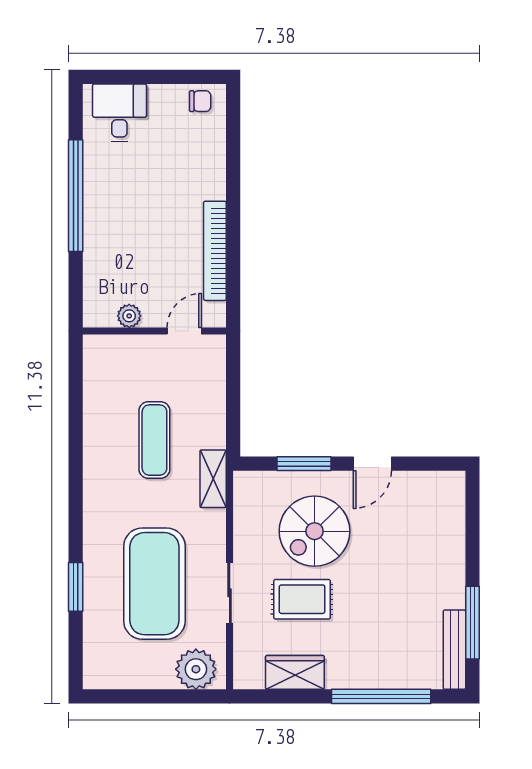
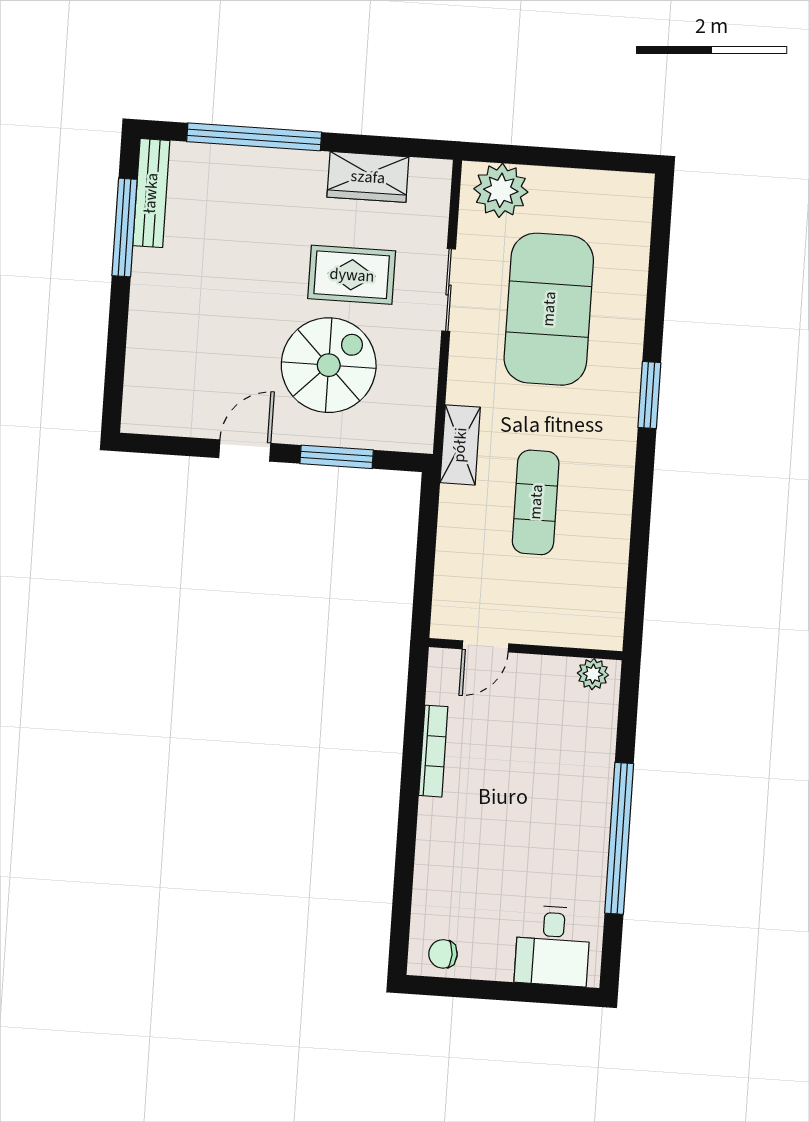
bookcase: (215, 251) -> (433, 751), width x0.68, depth x0.76
plant: (129, 316) -> (593, 674), moved
window: (76, 587) -> (649, 395), moved

